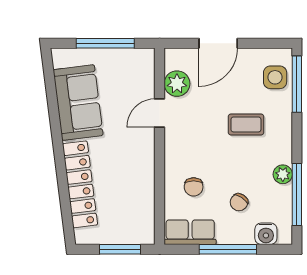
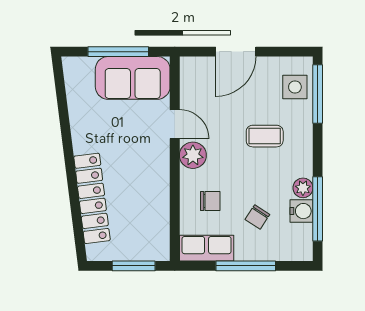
plant: (177, 84) -> (193, 155), moved
sofa: (78, 103) -> (133, 78), moved, turned 97
door: (160, 113) -> (175, 124), swing flipped
chair: (194, 187) -> (210, 201), turned -90
water cooler: (266, 234) -> (301, 211), moved, turned -90

